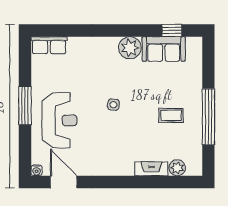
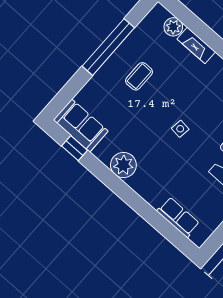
row of seats: (49, 45) -> (178, 217), moved
sofa: (164, 49) -> (81, 126), moved
coffee table: (171, 115) -> (139, 76), turned 90

